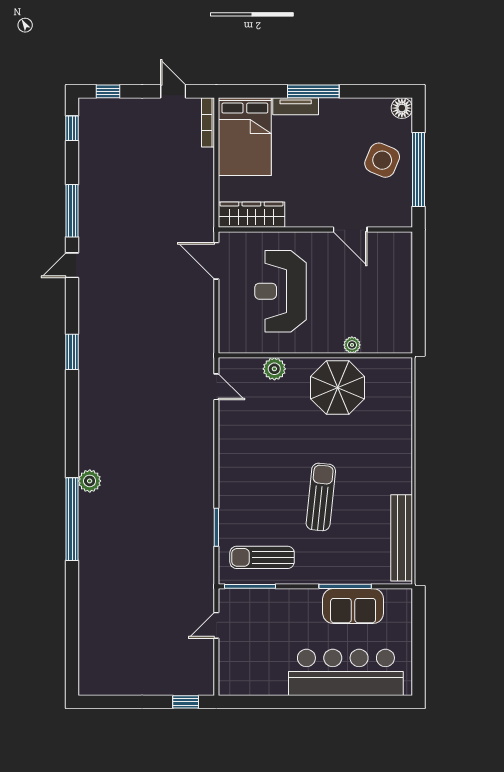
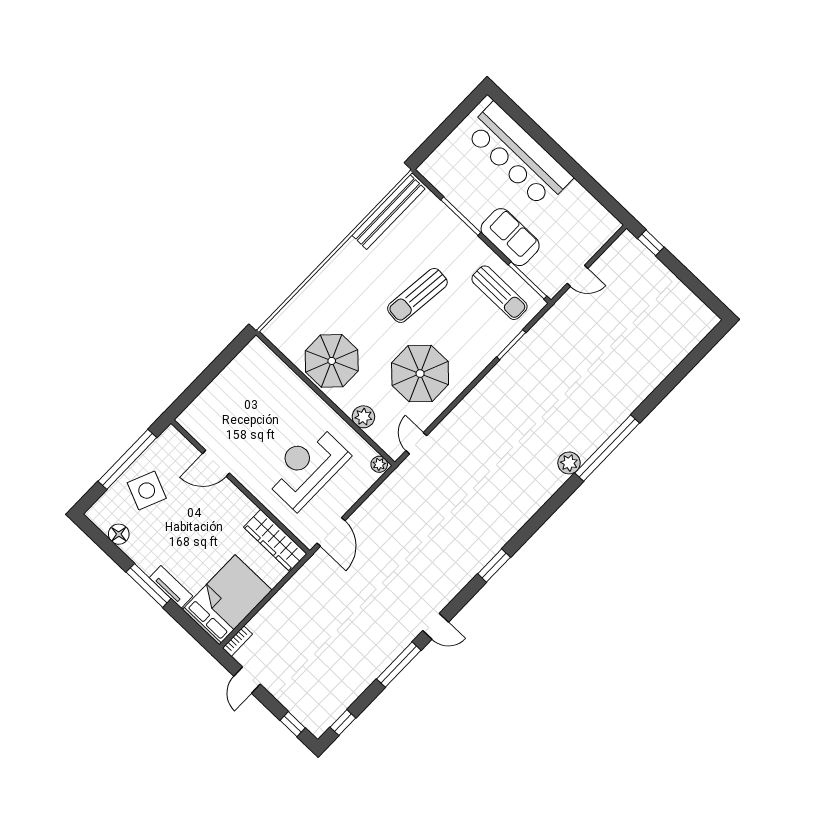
floor lamp: (402, 108) -> (119, 534), moved
bookcase: (208, 122) -> (237, 641), width x0.64
door: (350, 230) -> (216, 463), swing flipped
reception desk: (280, 291) -> (307, 467), turned 180
plant: (352, 345) -> (379, 464), moved
parasol: (263, 441) -> (420, 374), added
sofa: (353, 606) -> (510, 237), moved

